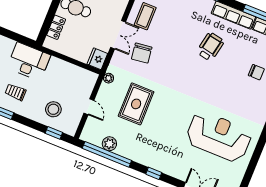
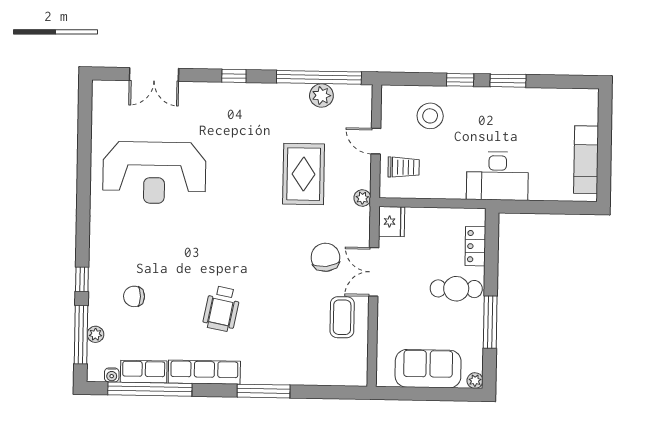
trolley: (15, 92) -> (404, 167), moved
window: (54, 133) -> (460, 80), moved

